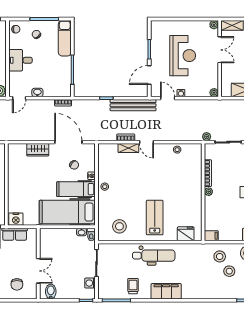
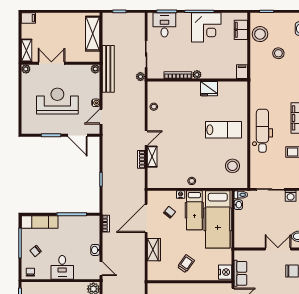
bench: (133, 105) -> (108, 69), moved
trolley: (24, 181) -> (186, 264), added
lab bench: (155, 218) -> (223, 130), turned 180
fridge: (186, 234) -> (209, 89), moved, turned -90
stool: (220, 256) -> (263, 63), removed

